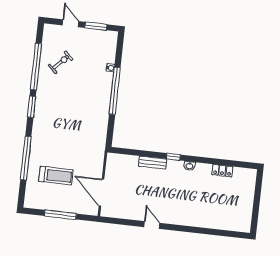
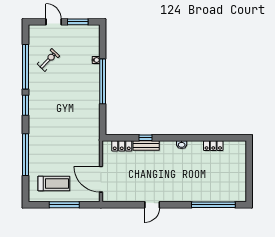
window: (173, 157) -> (145, 138), moved
locker: (127, 160) -> (122, 146), added
treadmill: (56, 176) -> (54, 184), moved
door: (152, 225) -> (152, 205), swing flipped
window: (215, 232) -> (213, 205), added

